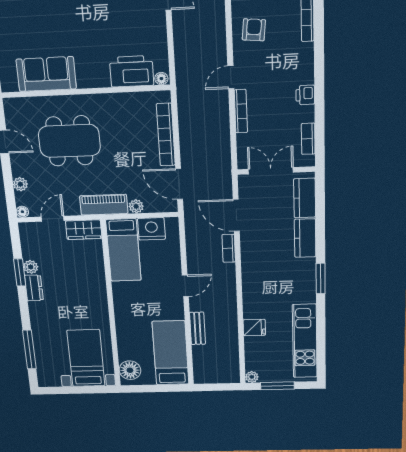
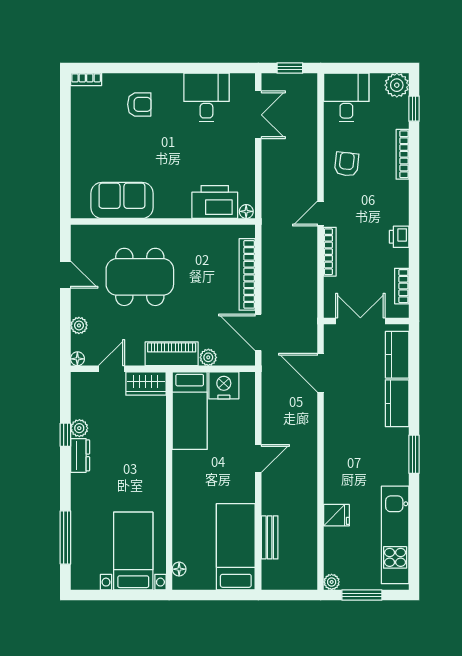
bookcase: (229, 248) -> (311, 413), removed
window: (20, 272) -> (65, 435), width x0.67
bench: (197, 328) -> (270, 537), moved
floor lamp: (130, 370) -> (179, 569), width x0.53, depth x0.53

